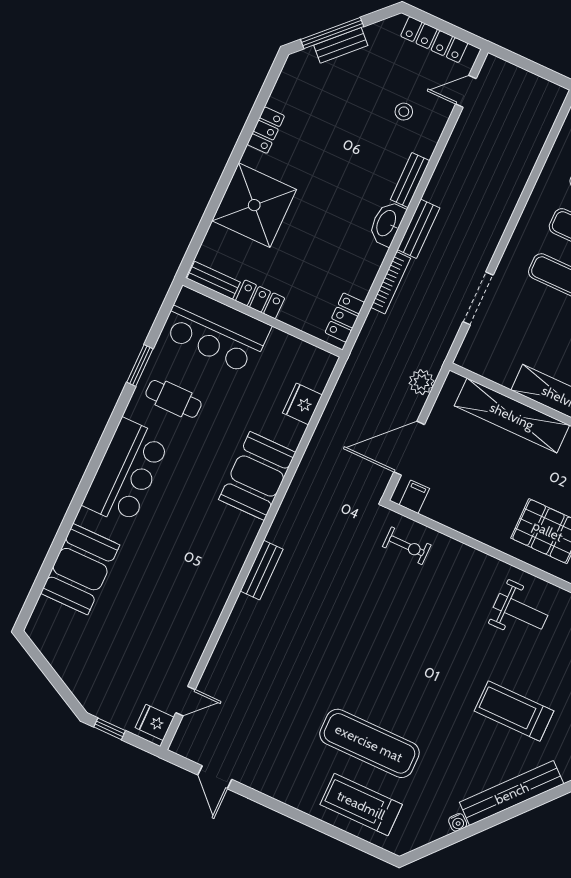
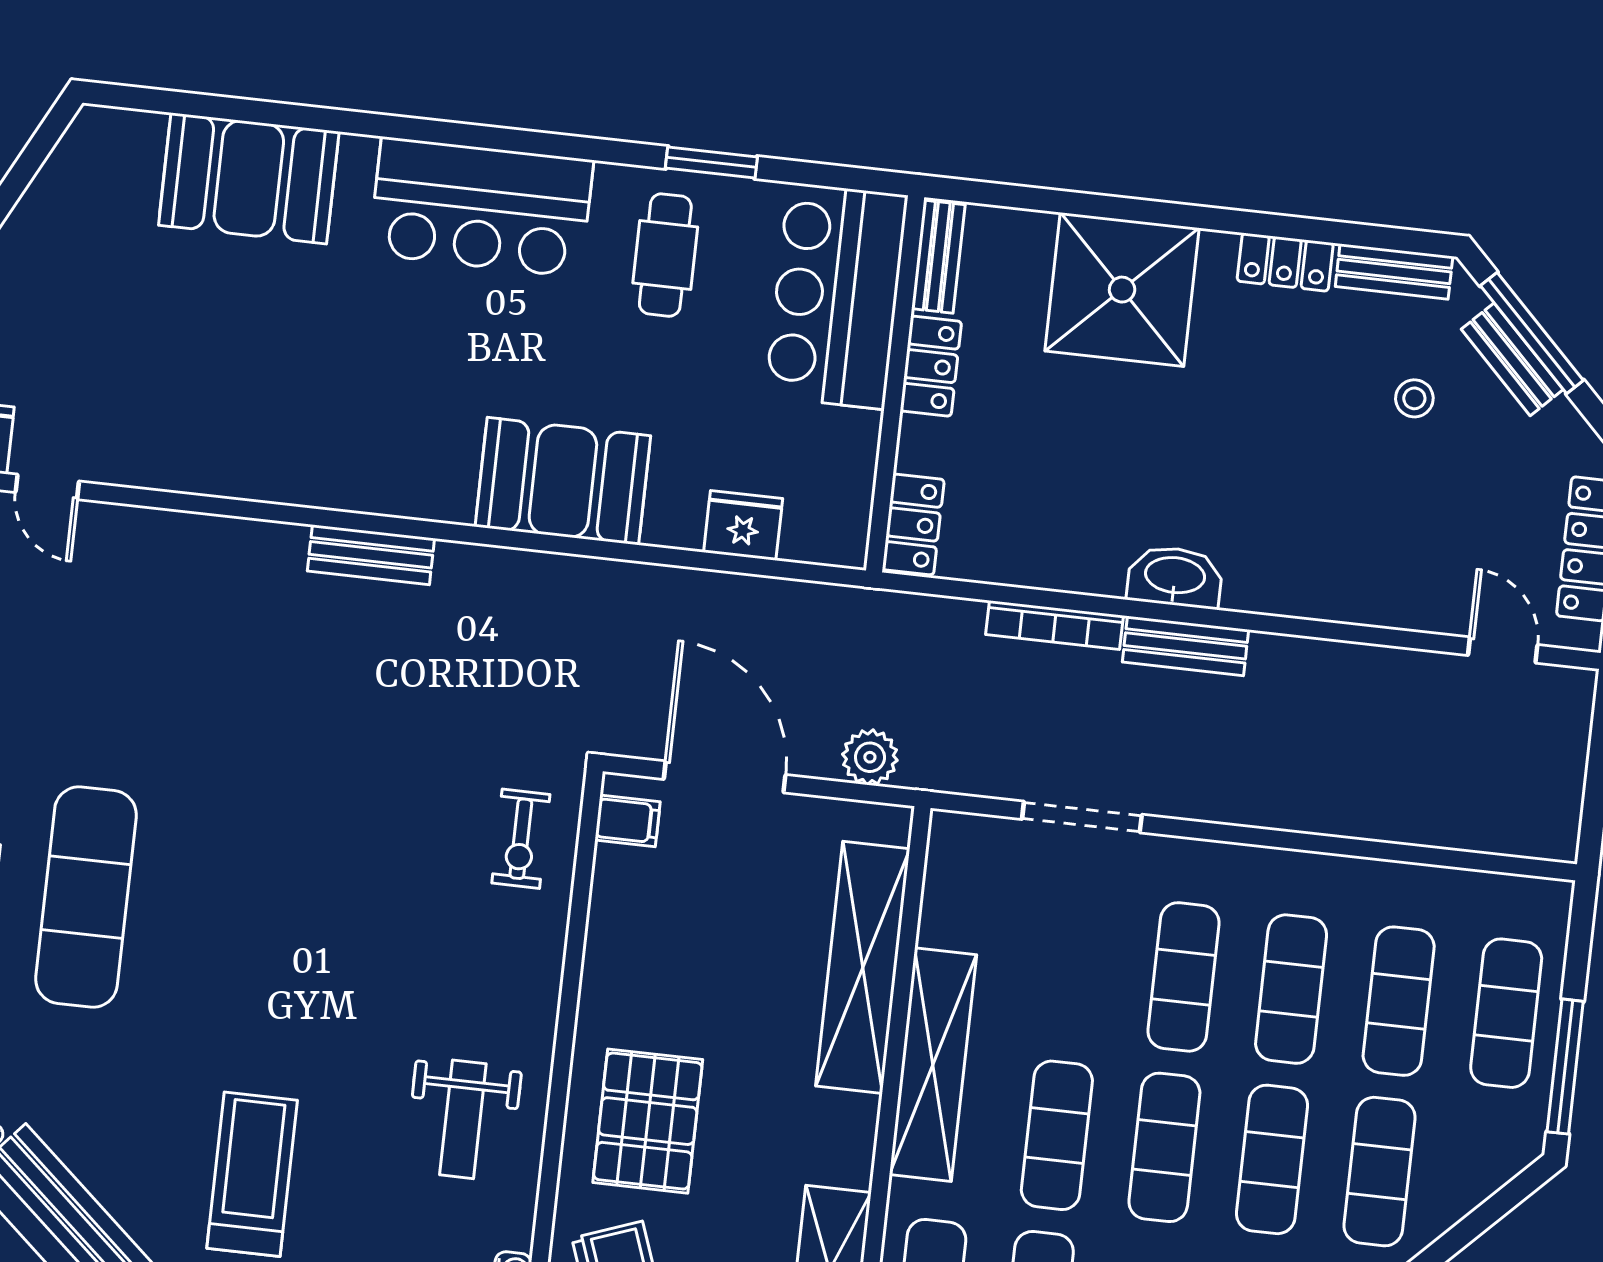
stool: (404, 112) -> (1414, 398), moved
bench: (410, 180) -> (1394, 272), moved
locker: (345, 318) -> (913, 525), moved, turned 90

